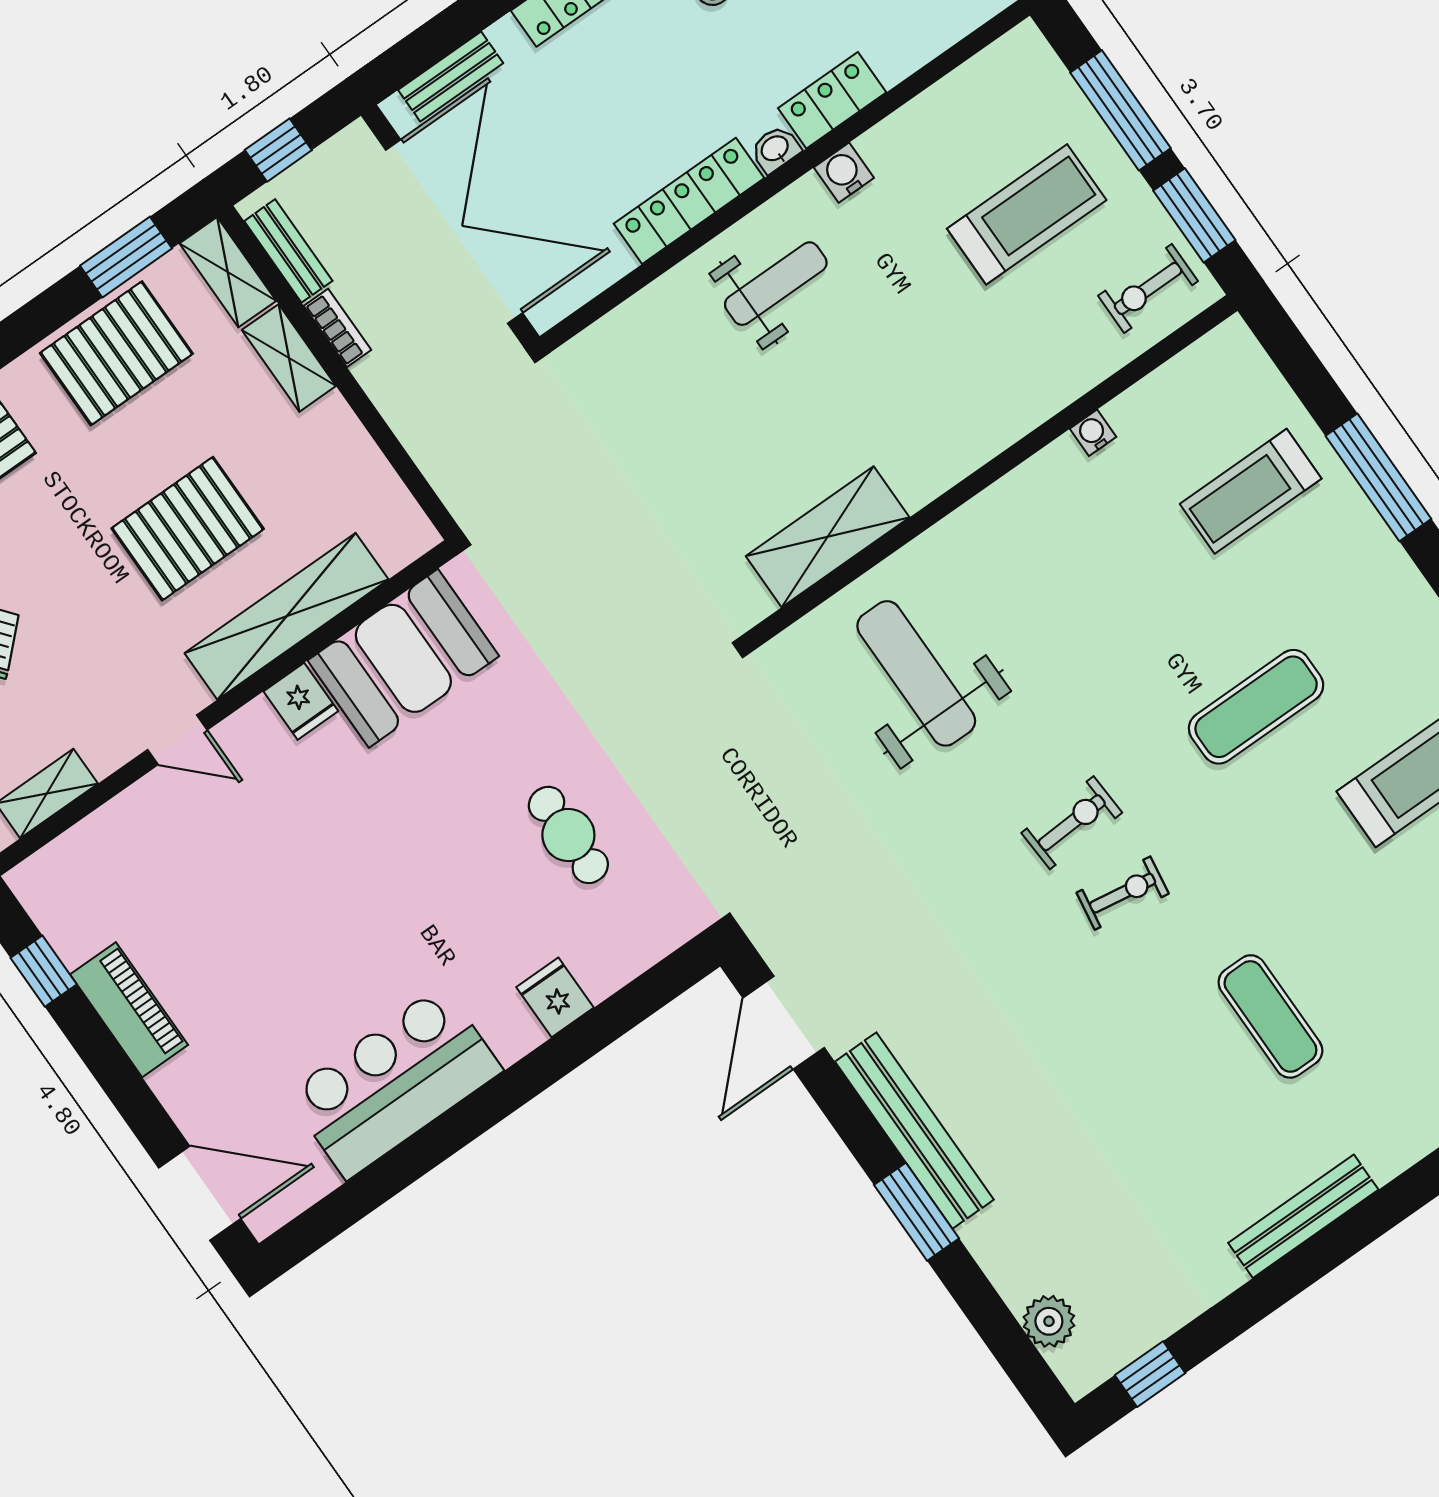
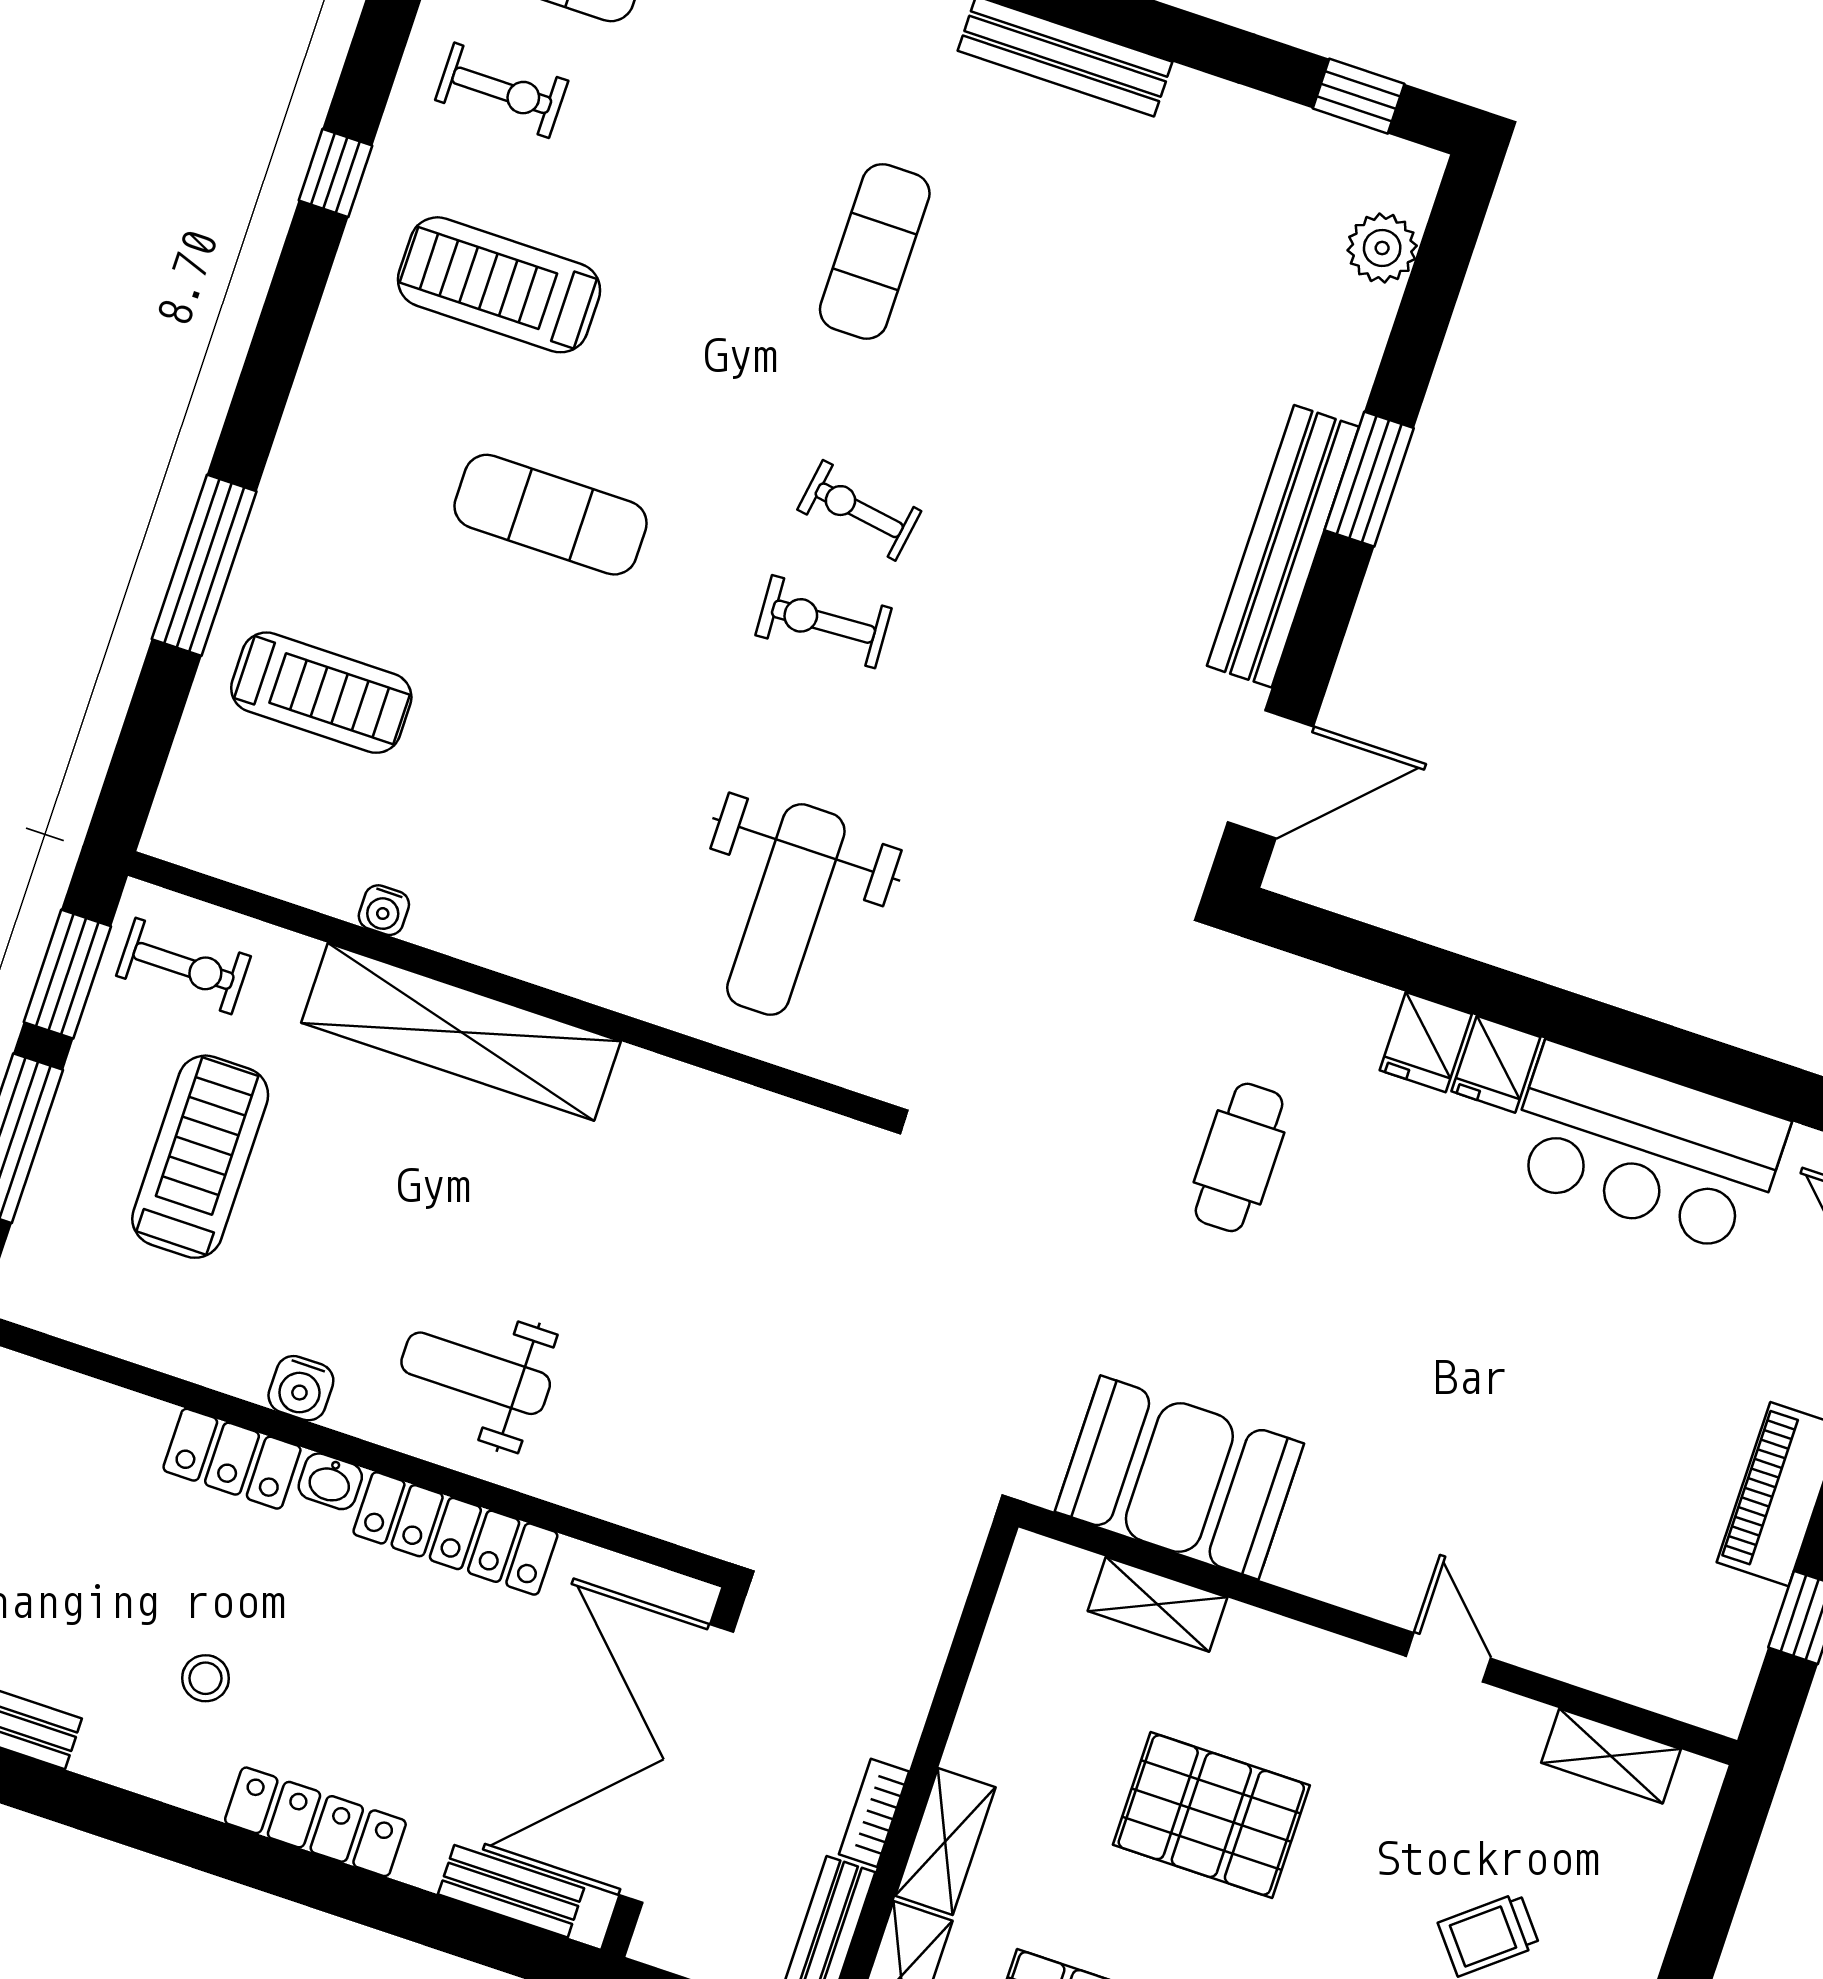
treadmill: (1027, 214) -> (200, 1157), turned 90
shelving: (828, 537) -> (461, 1032), moved, width x1.47
shelving: (286, 616) -> (1157, 1604), width x0.45, depth x0.75
fridge: (301, 701) -> (1496, 1064), moved, turned 180

